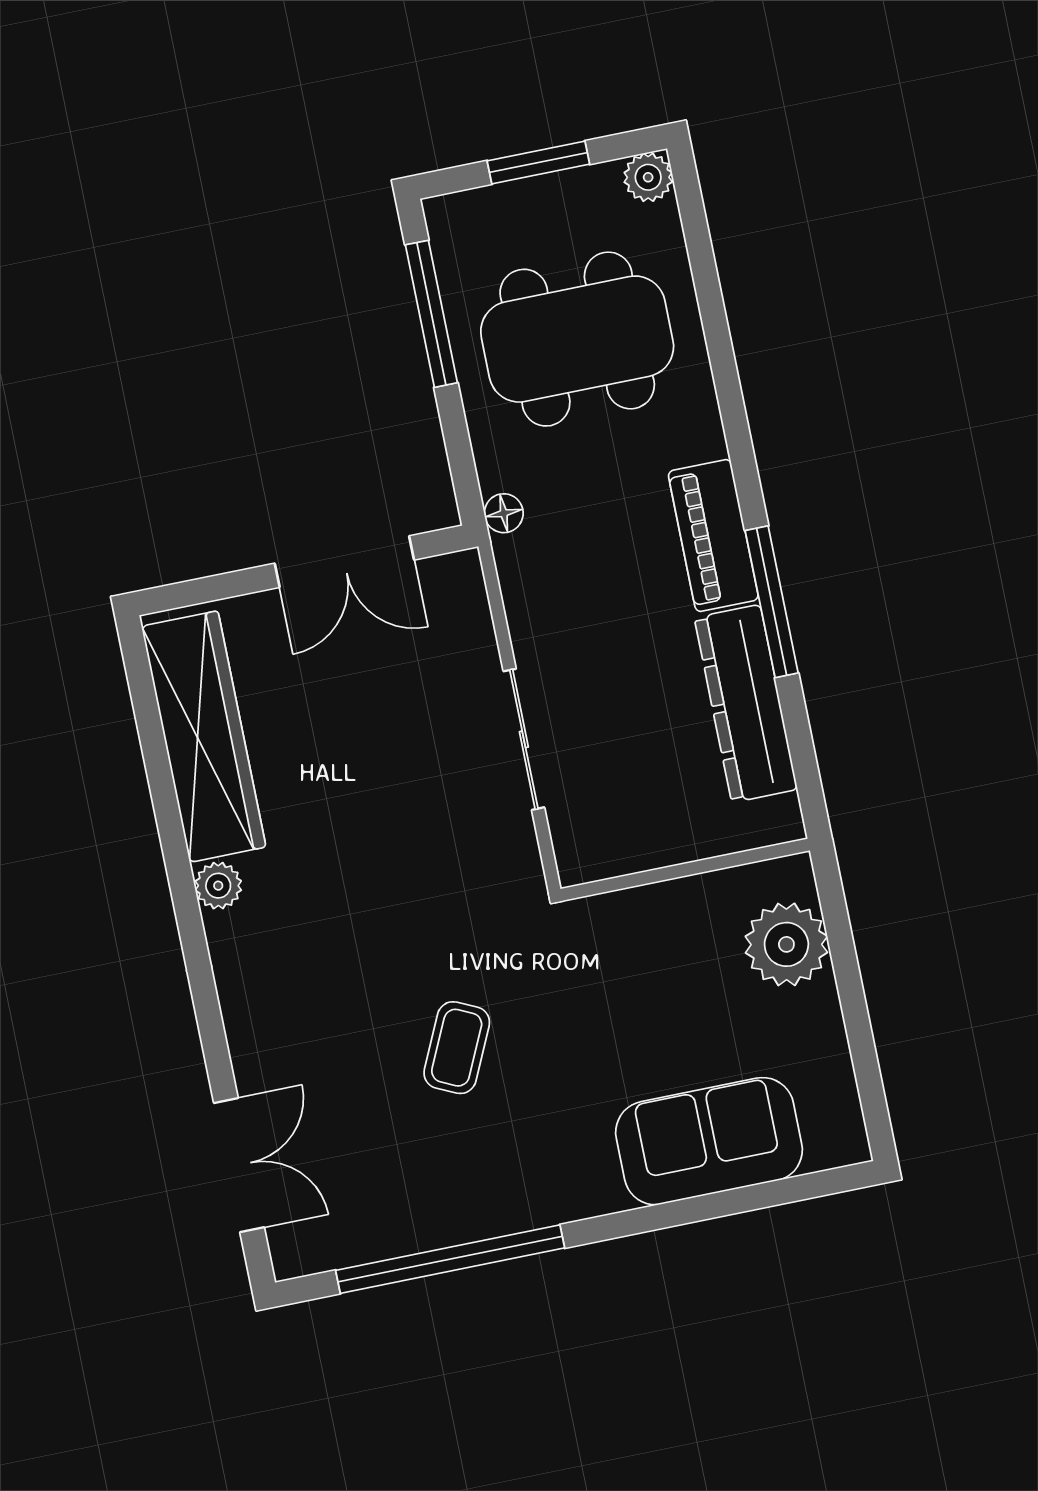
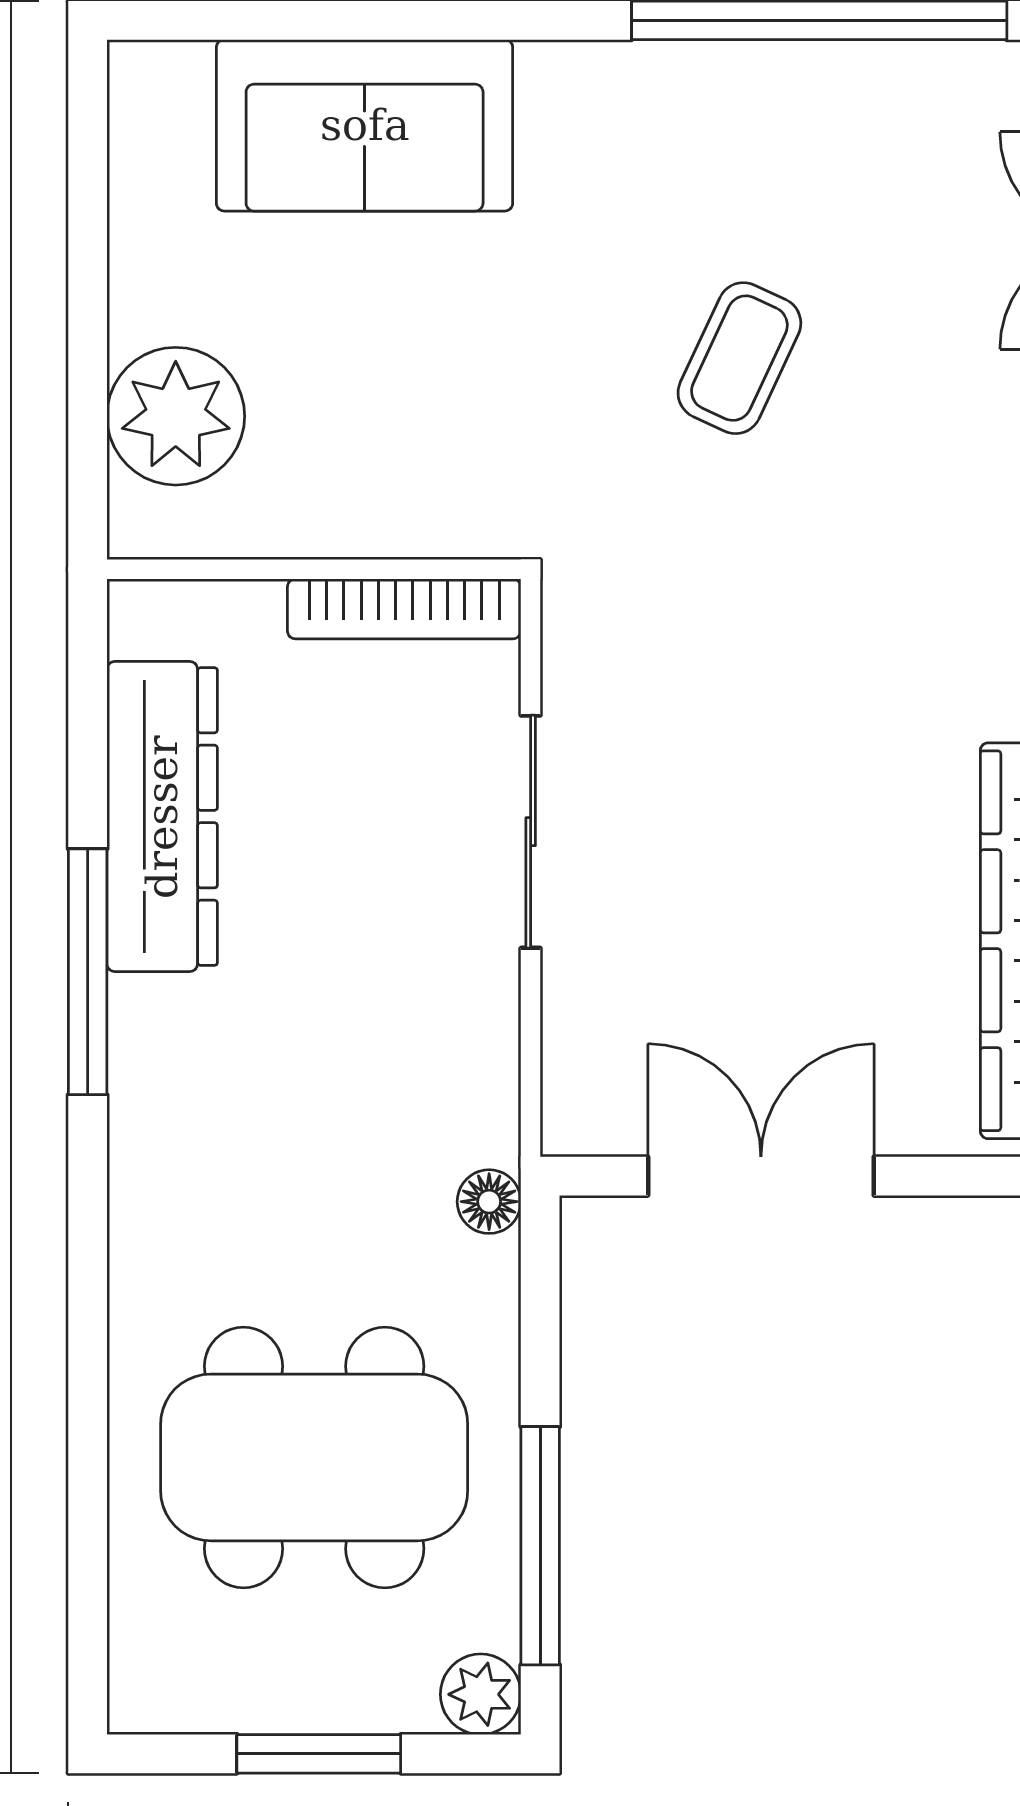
plant: (648, 177) -> (481, 1694), moved
piano: (713, 536) -> (160, 1097), removed
bookcase: (627, 857) -> (404, 609), added

